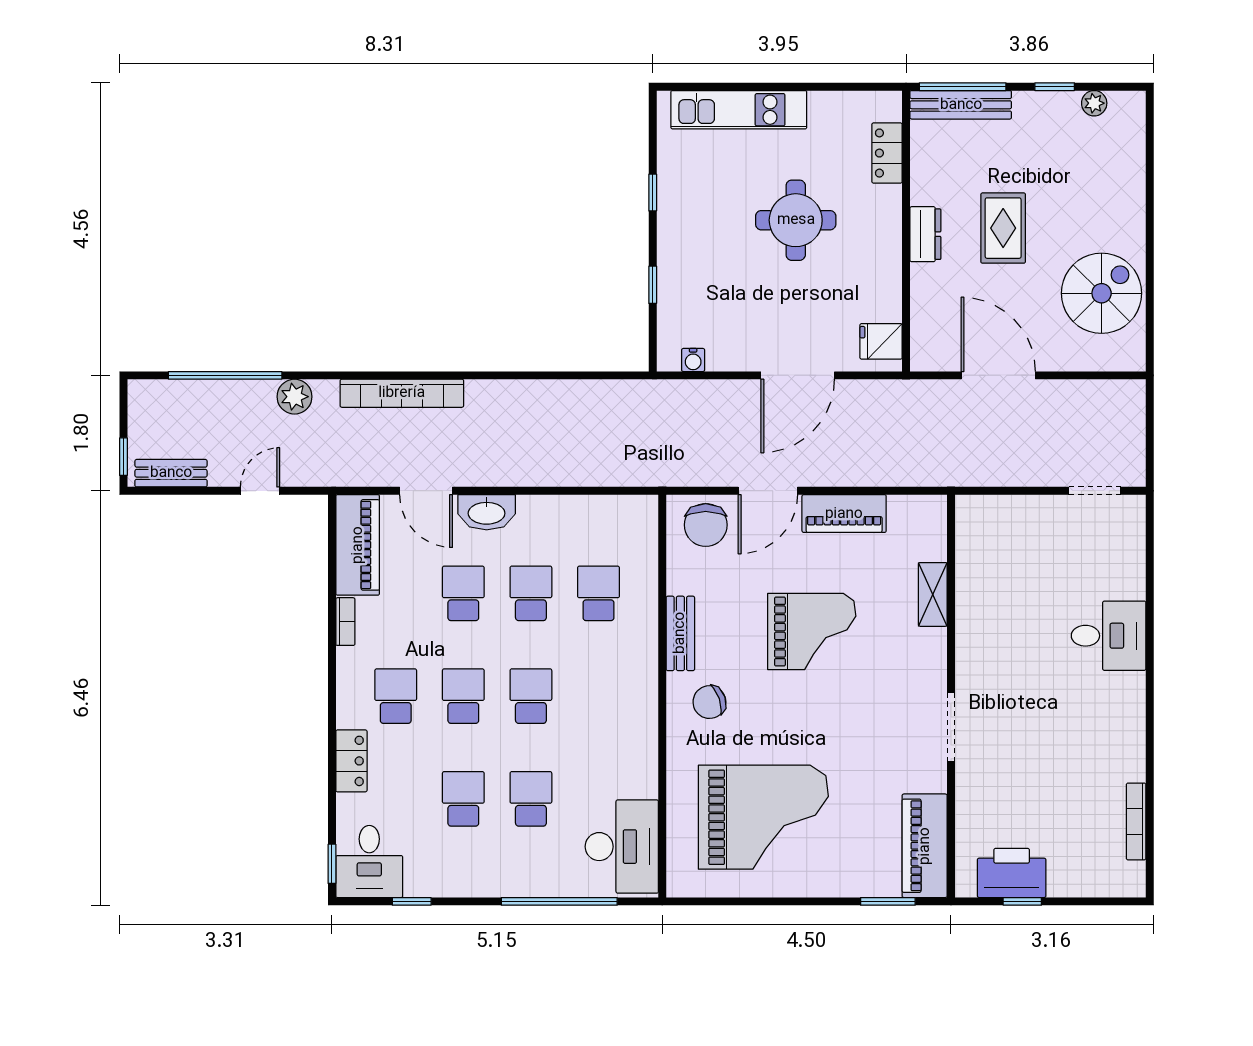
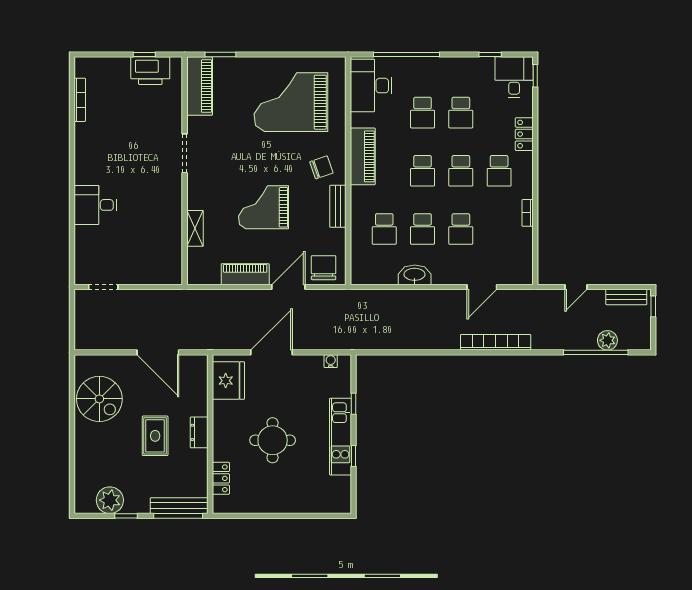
plant: (1094, 103) -> (110, 500), width x1.87, depth x1.87
kitchen unit: (739, 110) -> (341, 437), moved, turned -90
spiral stairs: (1102, 293) -> (99, 399), turned -90
fridge: (881, 341) -> (228, 381), width x1.88, depth x1.34
plant: (295, 397) -> (607, 340), moved
door: (426, 491) -> (482, 287), swing flipped
washbasin: (487, 512) -> (415, 275), moved
piano: (358, 545) -> (363, 156), moved, turned 180

